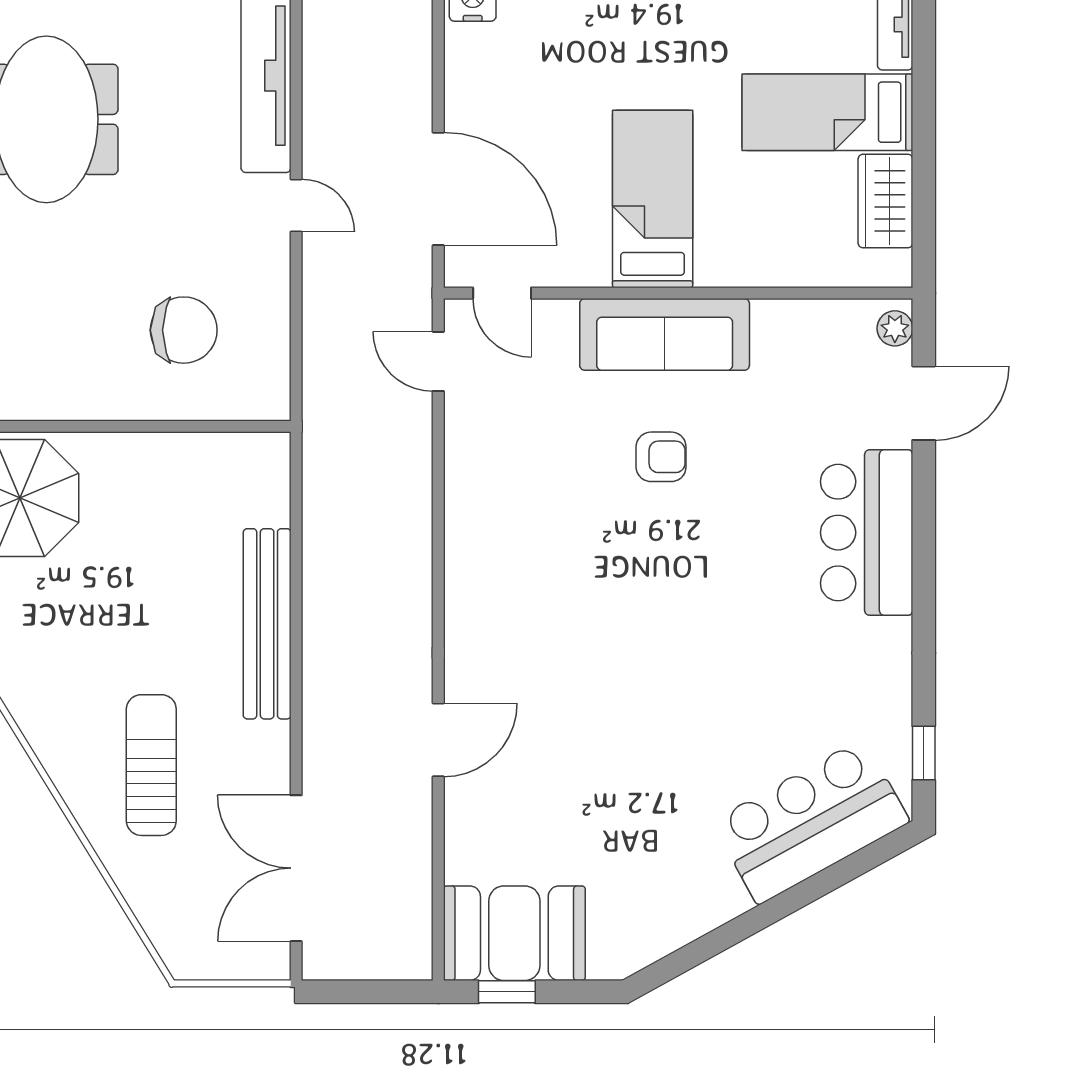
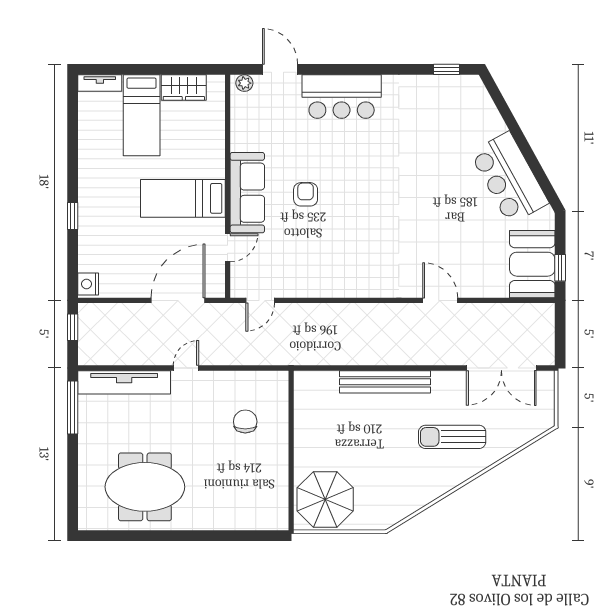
door: (502, 293) -> (228, 248), moved
chair: (184, 330) -> (245, 422), width x0.73, depth x0.73
bar counter: (811, 822) -> (509, 178), moved

